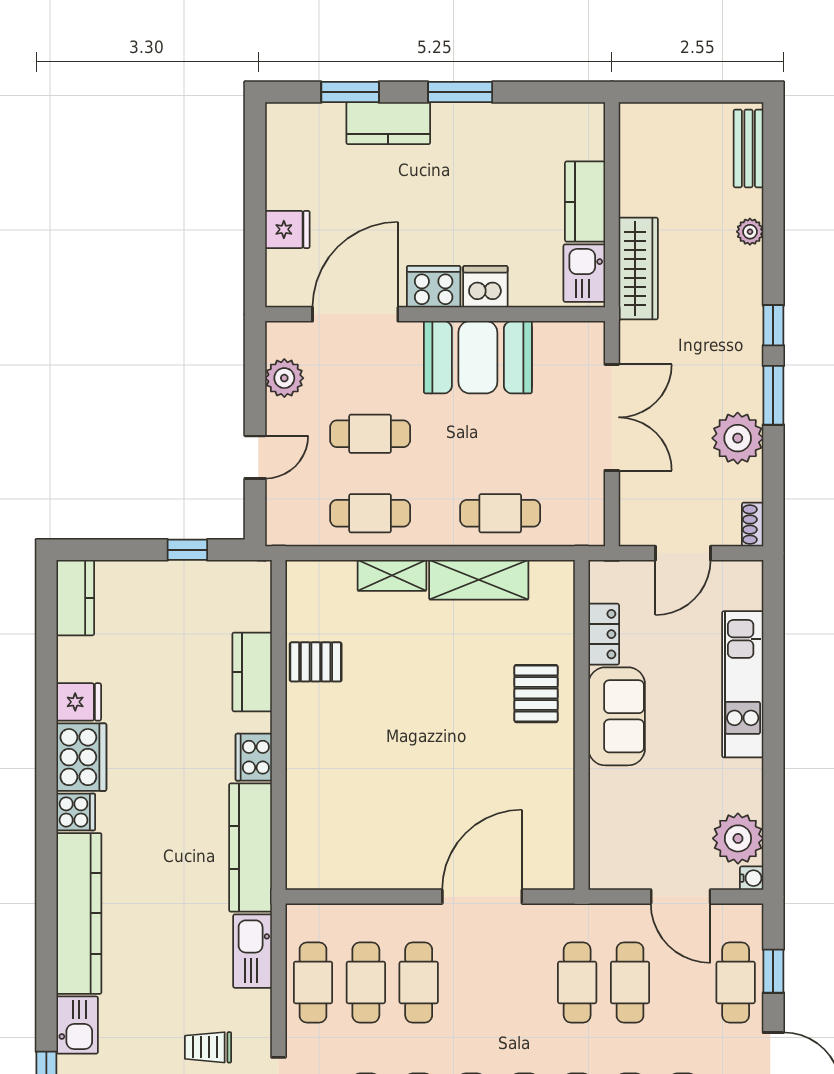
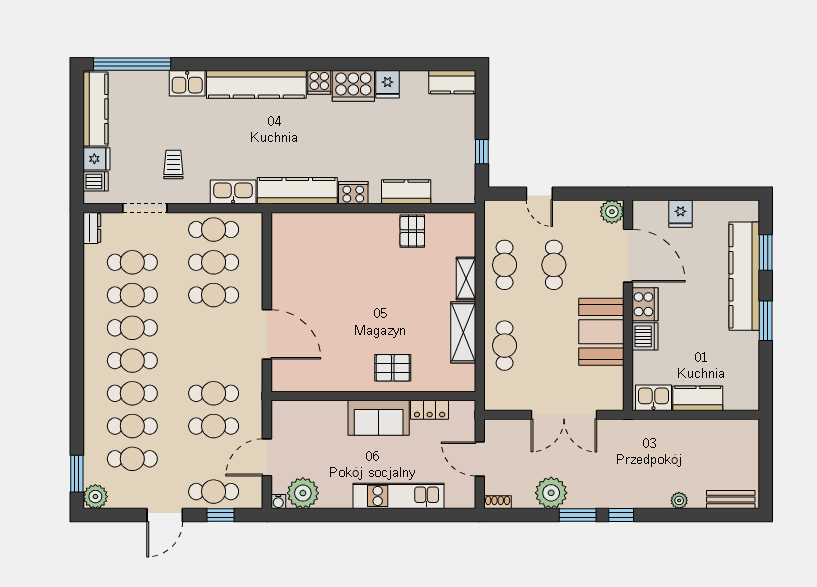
kitchen counter: (388, 123) -> (744, 276), width x2.08, depth x1.17
wardrobe: (638, 269) -> (656, 431), removed
plant: (284, 378) -> (612, 212), moved

